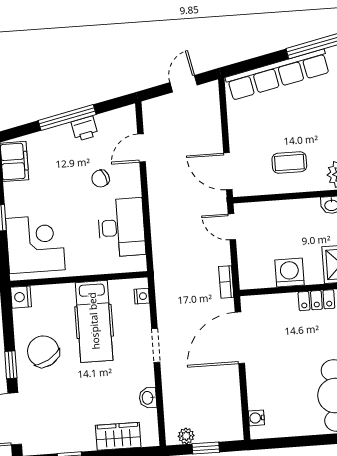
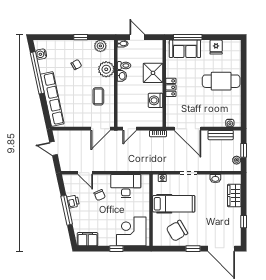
nightstand: (21, 297) -> (158, 241), removed
chair: (43, 351) -> (177, 231), moved
bench: (232, 402) -> (221, 135), added

